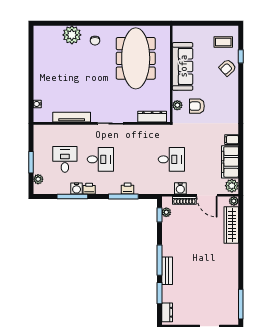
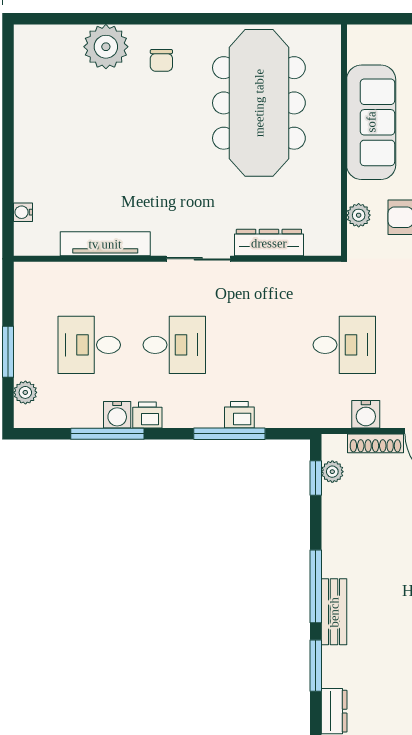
dresser: (152, 117) -> (269, 243), moved
desk: (65, 159) -> (89, 345), turned -90

